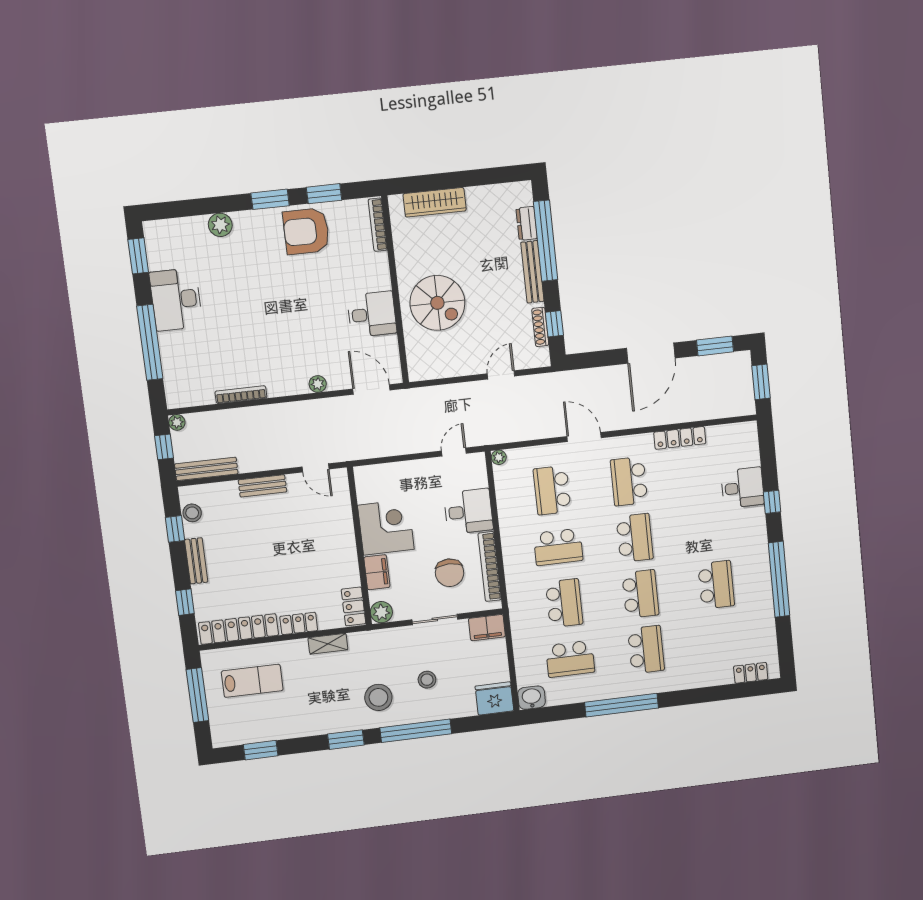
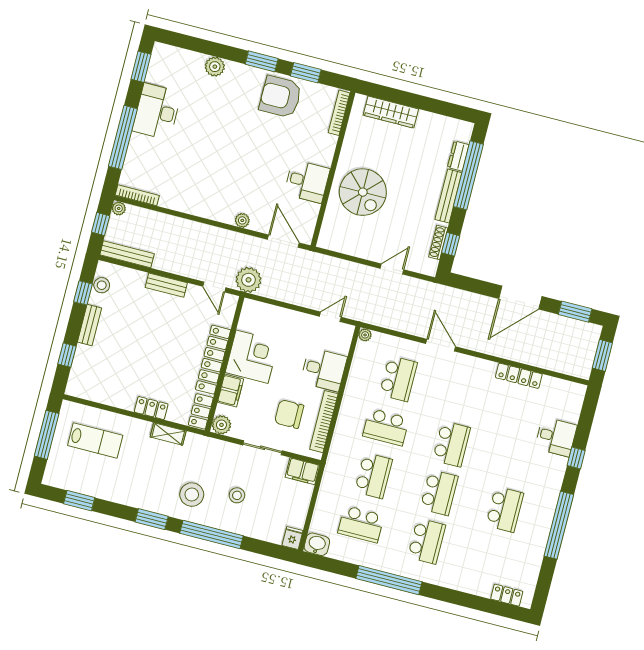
bookcase: (241, 395) -> (137, 195), moved
plant: (350, 446) -> (249, 280), added
school desk: (629, 481) -> (464, 395), removed
school desk: (552, 490) -> (398, 379), turned 180
chair: (450, 573) -> (289, 414), turned 90
locker: (238, 629) -> (213, 360), moved, turned -90
fridge: (494, 698) -> (292, 538), width x0.53, depth x0.75

